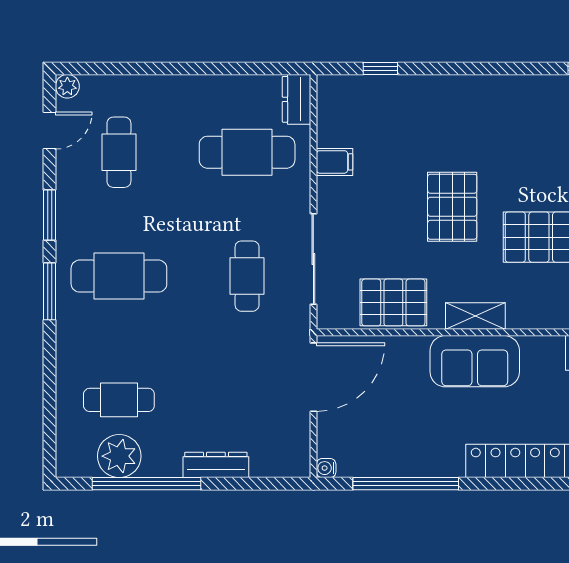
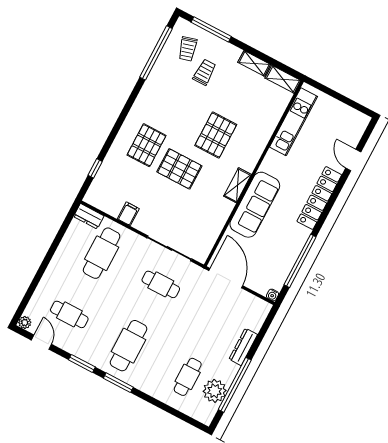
pallet: (393, 302) -> (147, 145), moved
sofa: (475, 361) -> (255, 205), width x1.36

